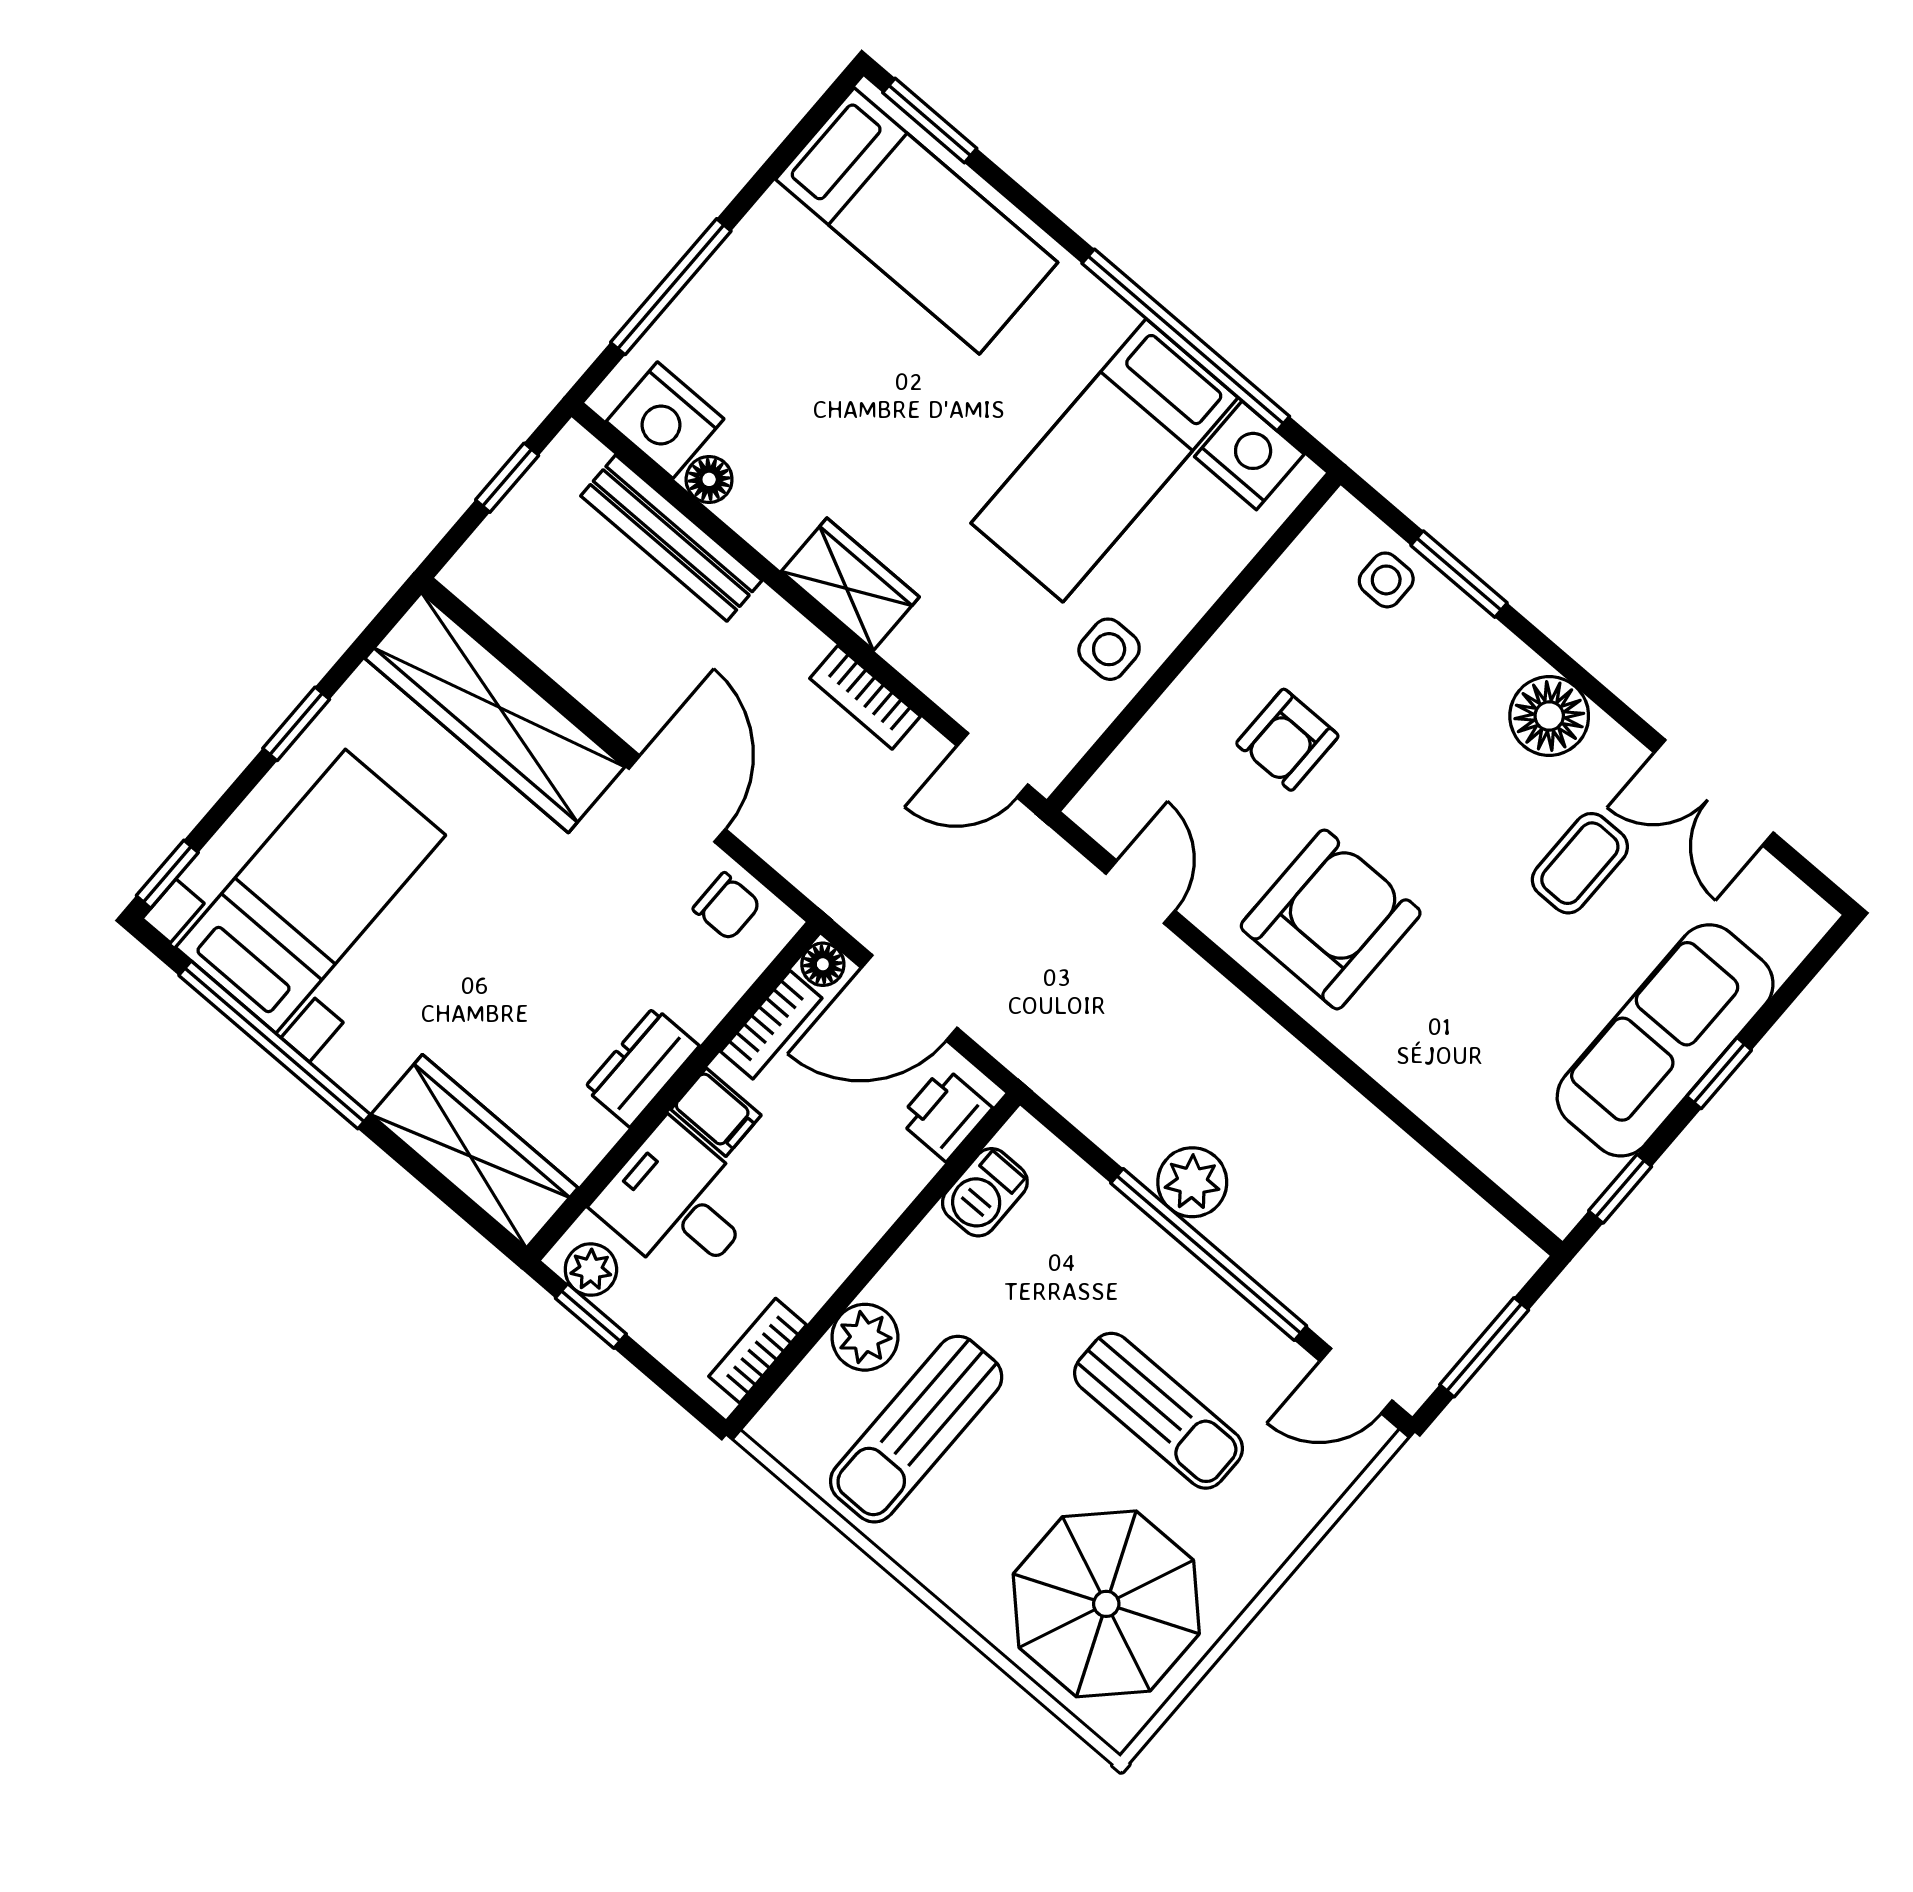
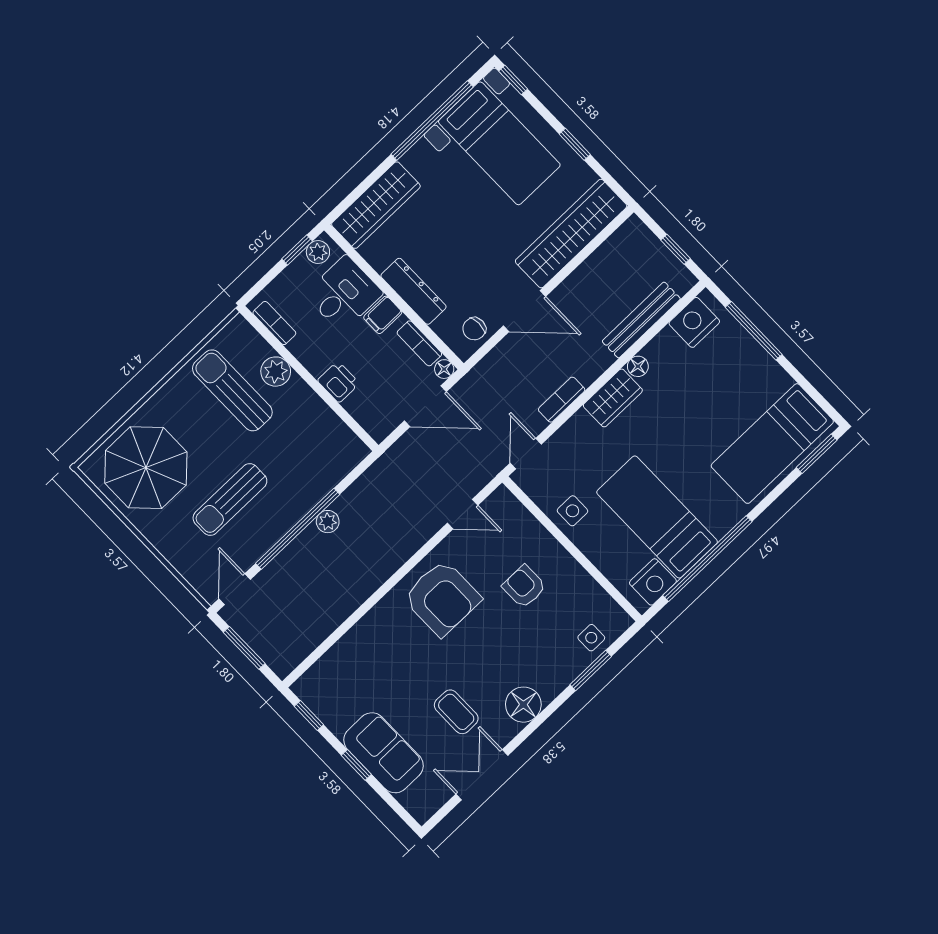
floor lamp: (709, 479) -> (638, 366), moved
door: (909, 998) -> (425, 406), swing flipped
sofa: (1665, 1040) -> (384, 753), width x0.73
dresser: (642, 1067) -> (413, 291), width x1.44
printer: (945, 1114) -> (338, 382), moved
plant: (1192, 1182) -> (328, 522), width x0.73, depth x0.73
barbecue: (985, 1192) -> (335, 431), removed

